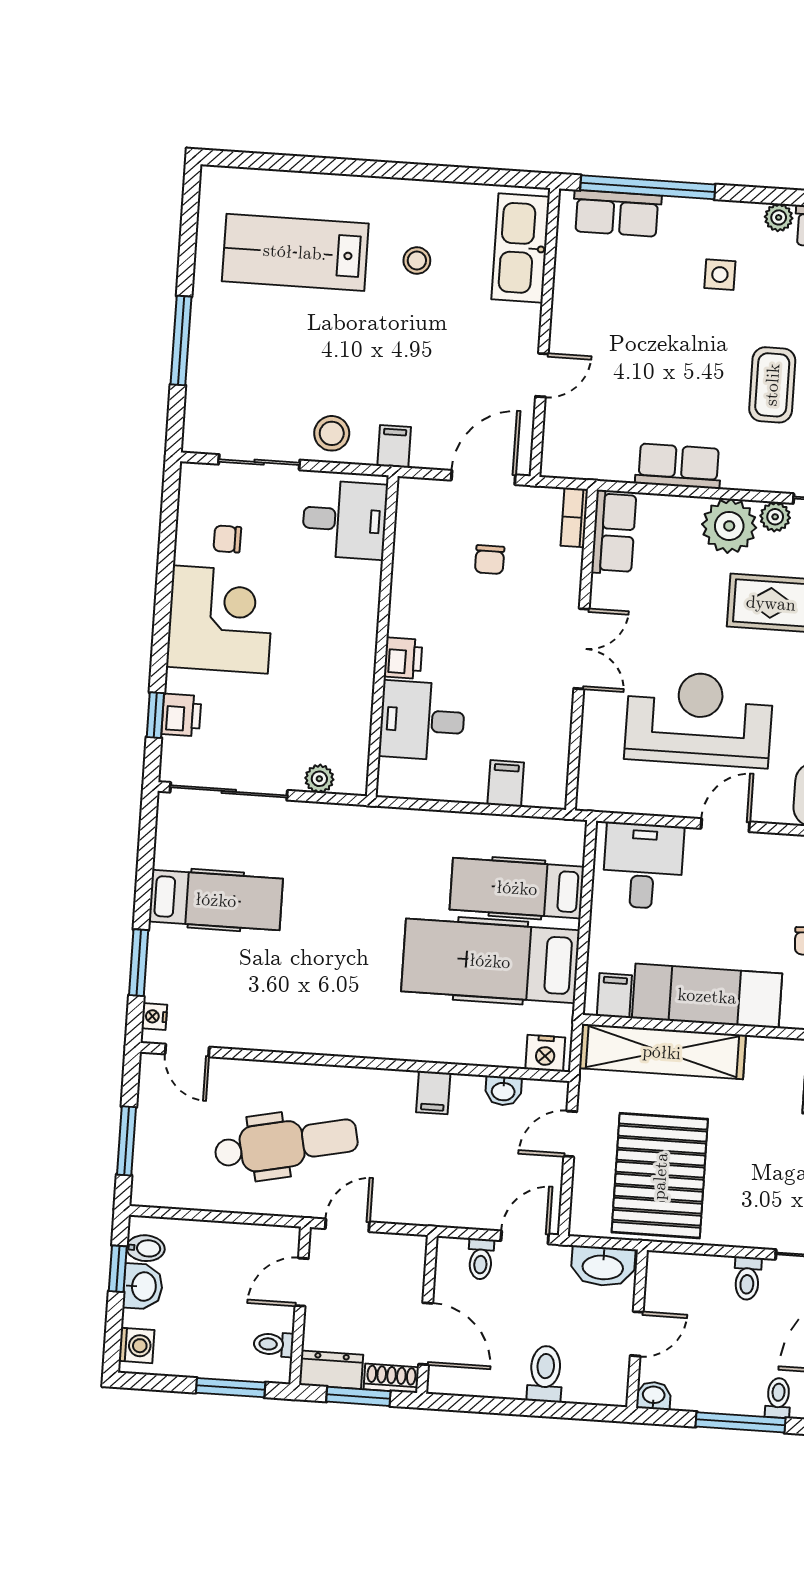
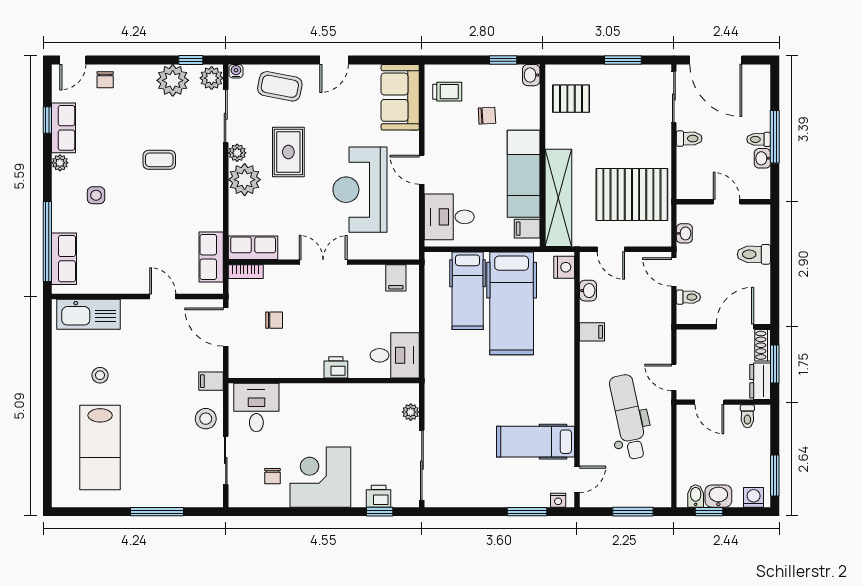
coffee table: (772, 385) -> (159, 160), width x0.73, depth x0.77
row of seats: (678, 466) -> (211, 257), moved
desk: (422, 721) -> (395, 355), moved, turned -90
filing cabinet: (506, 783) -> (396, 278), moved, turned -90
hospital bed: (216, 900) -> (536, 442), moved, turned -90
washbasin: (603, 1266) -> (684, 233), width x0.52, depth x0.69
window: (231, 1388) -> (775, 475), moved
washbasin: (654, 1396) -> (762, 158), moved
toilet: (778, 1398) -> (759, 139), moved

